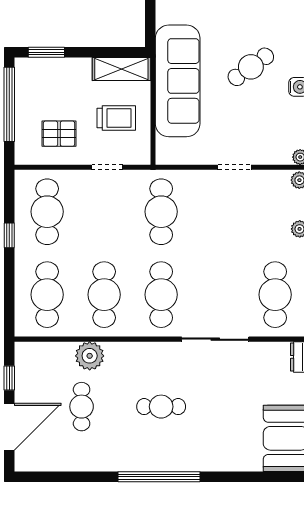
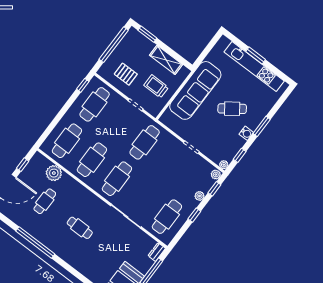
shelving: (121, 69) -> (166, 60), moved
trolley: (116, 118) -> (156, 86), turned 180
window: (9, 235) -> (83, 85), moved
plant: (90, 356) -> (54, 173), moved
window: (159, 477) -> (35, 243), moved

